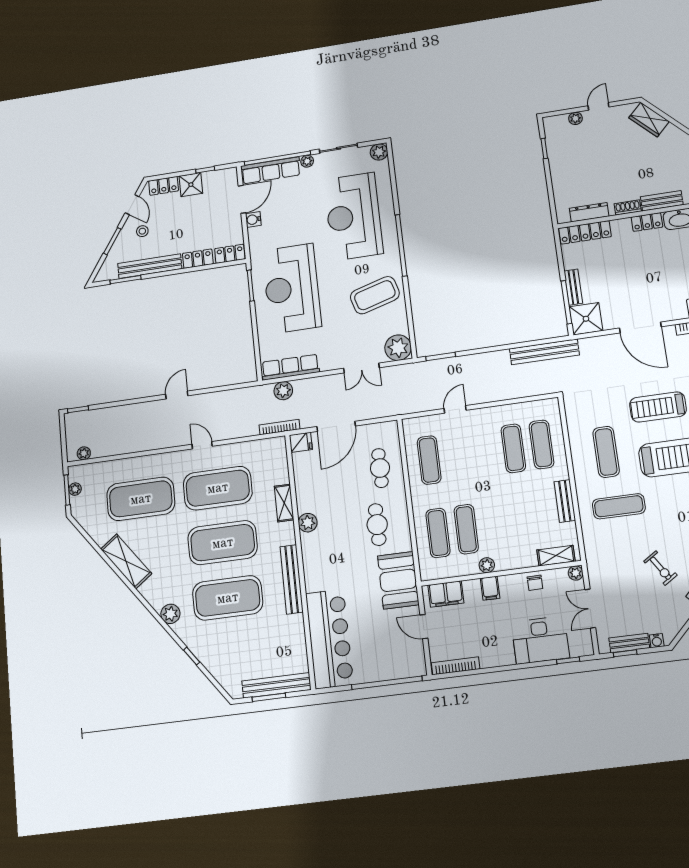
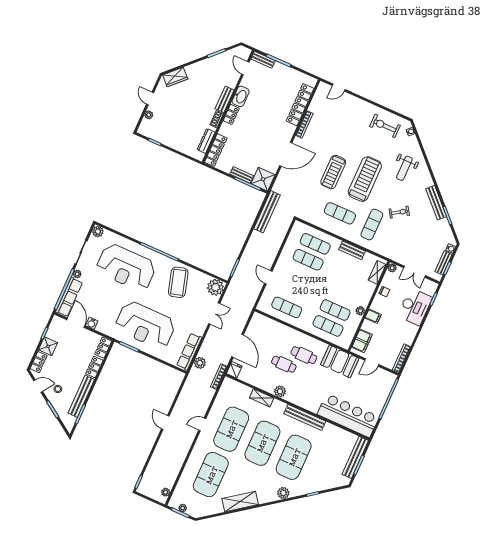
cafe table: (380, 468) -> (284, 364), moved
exercise bike: (660, 568) -> (399, 212), moved

